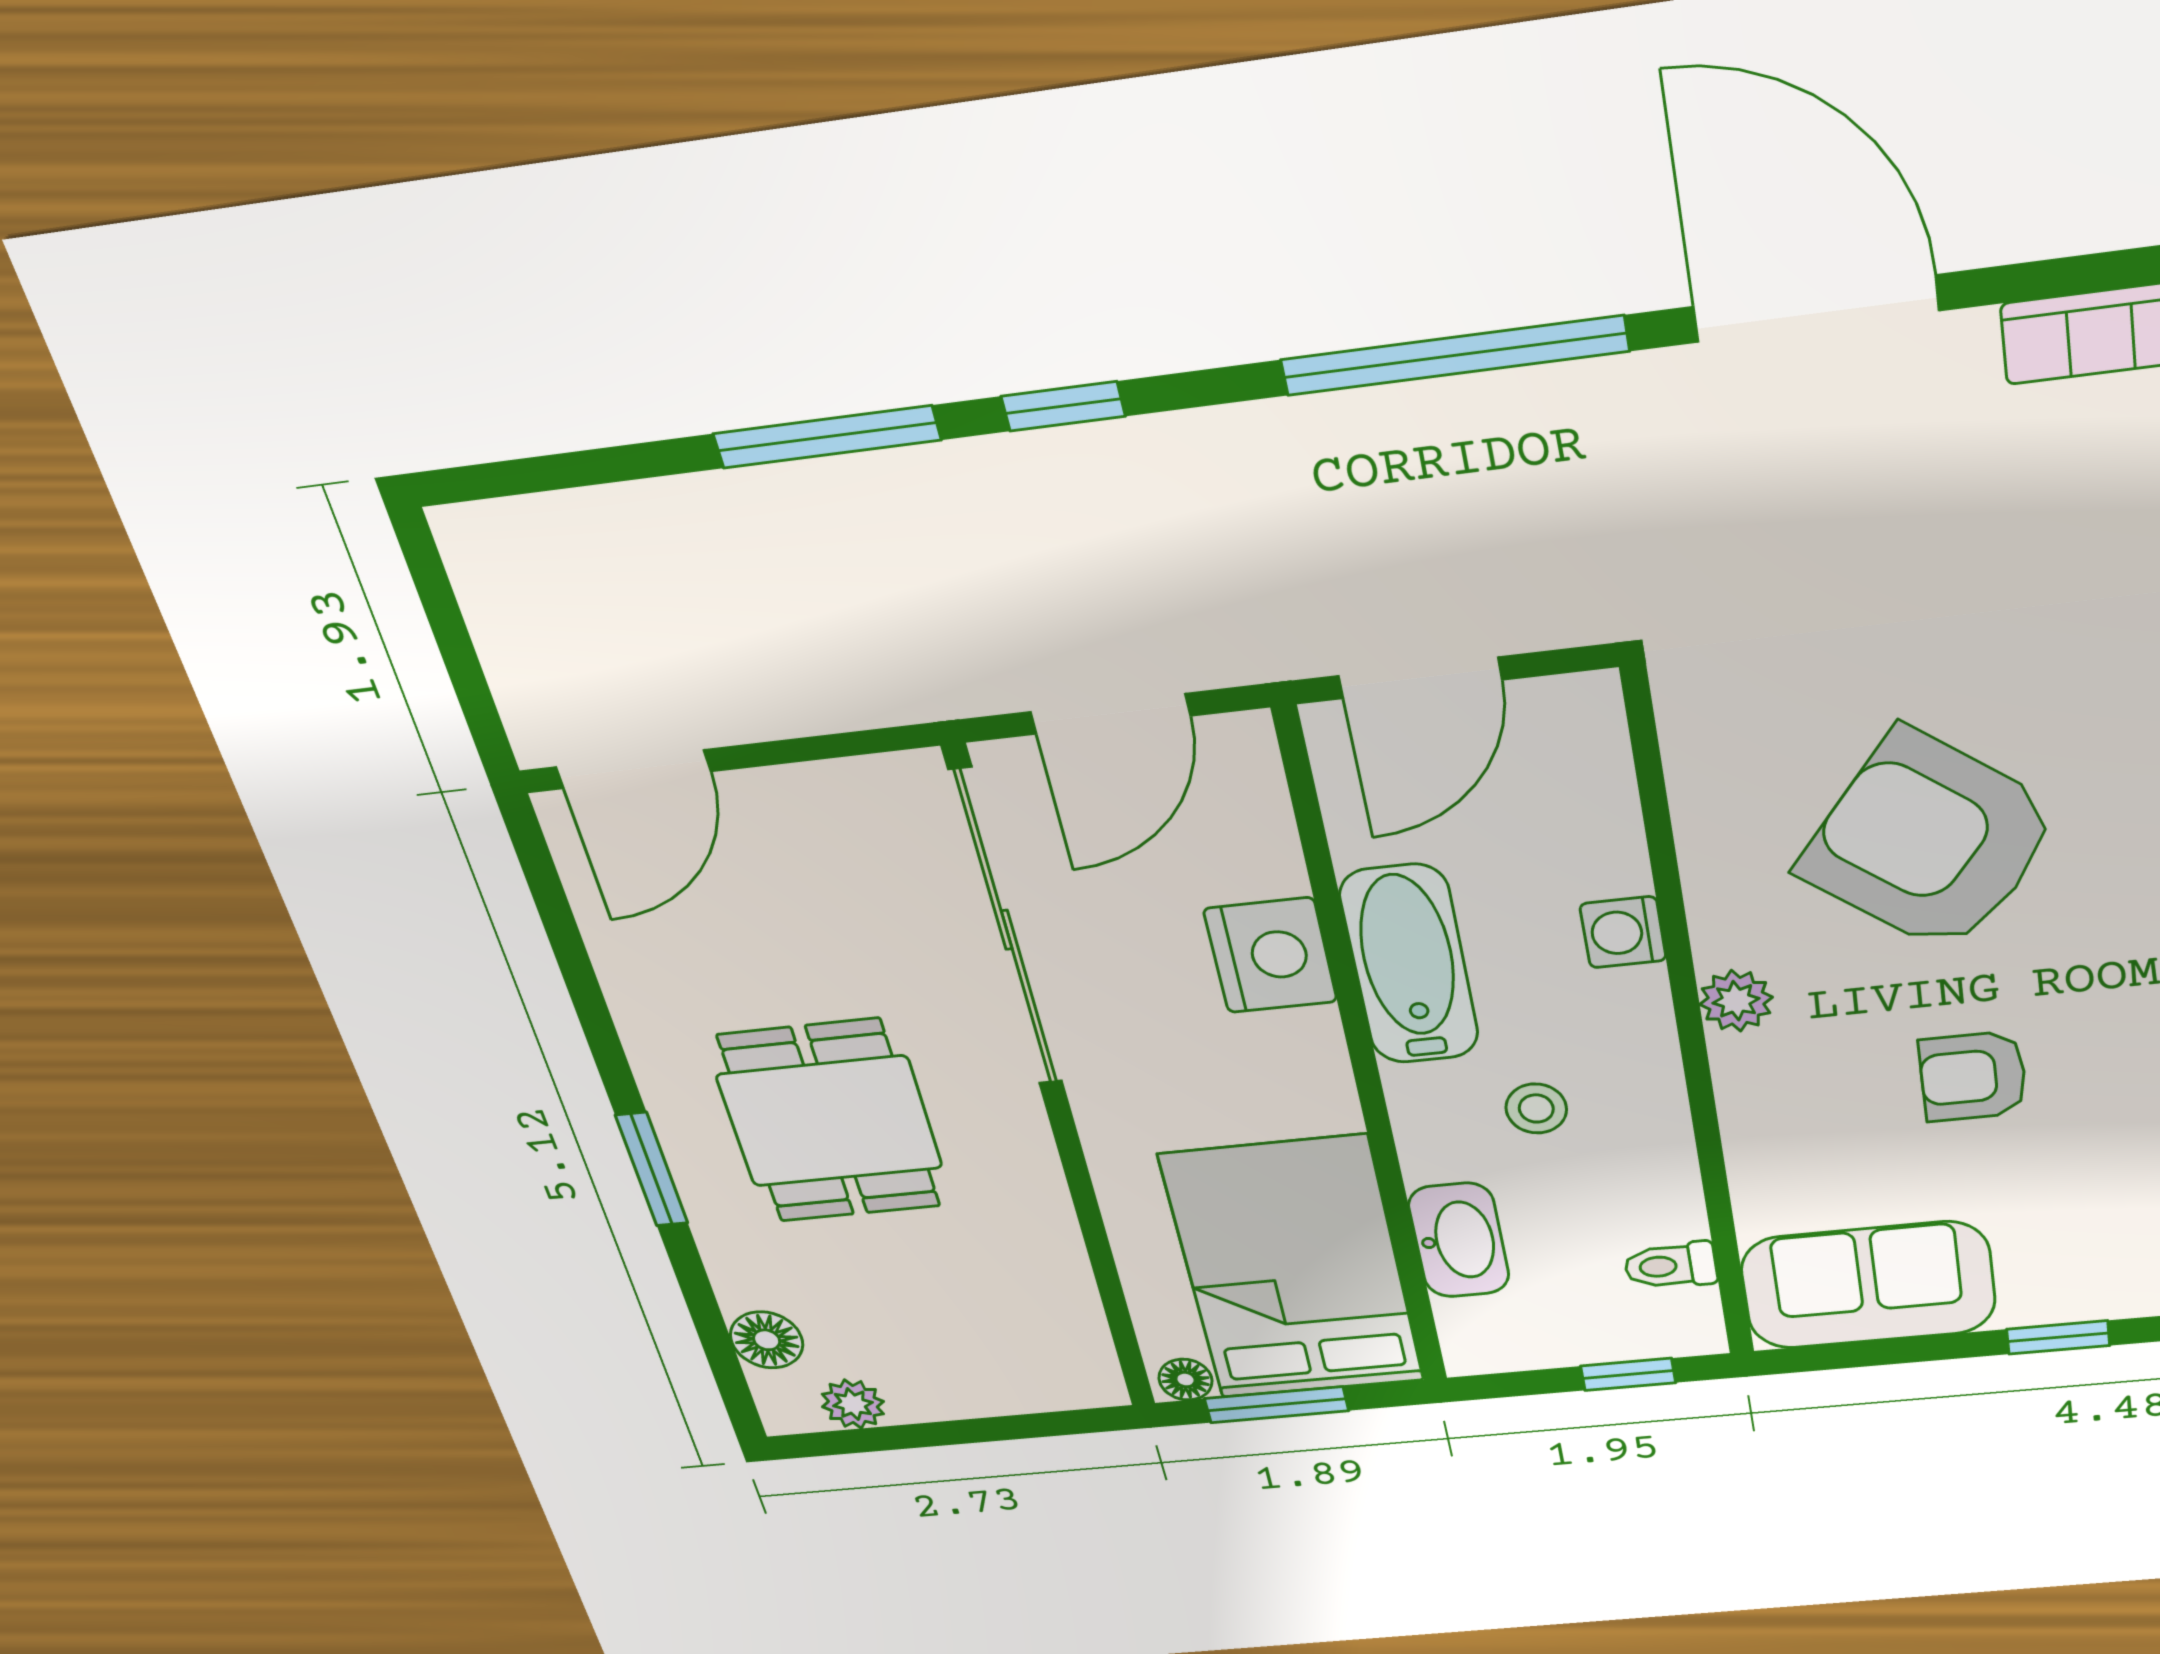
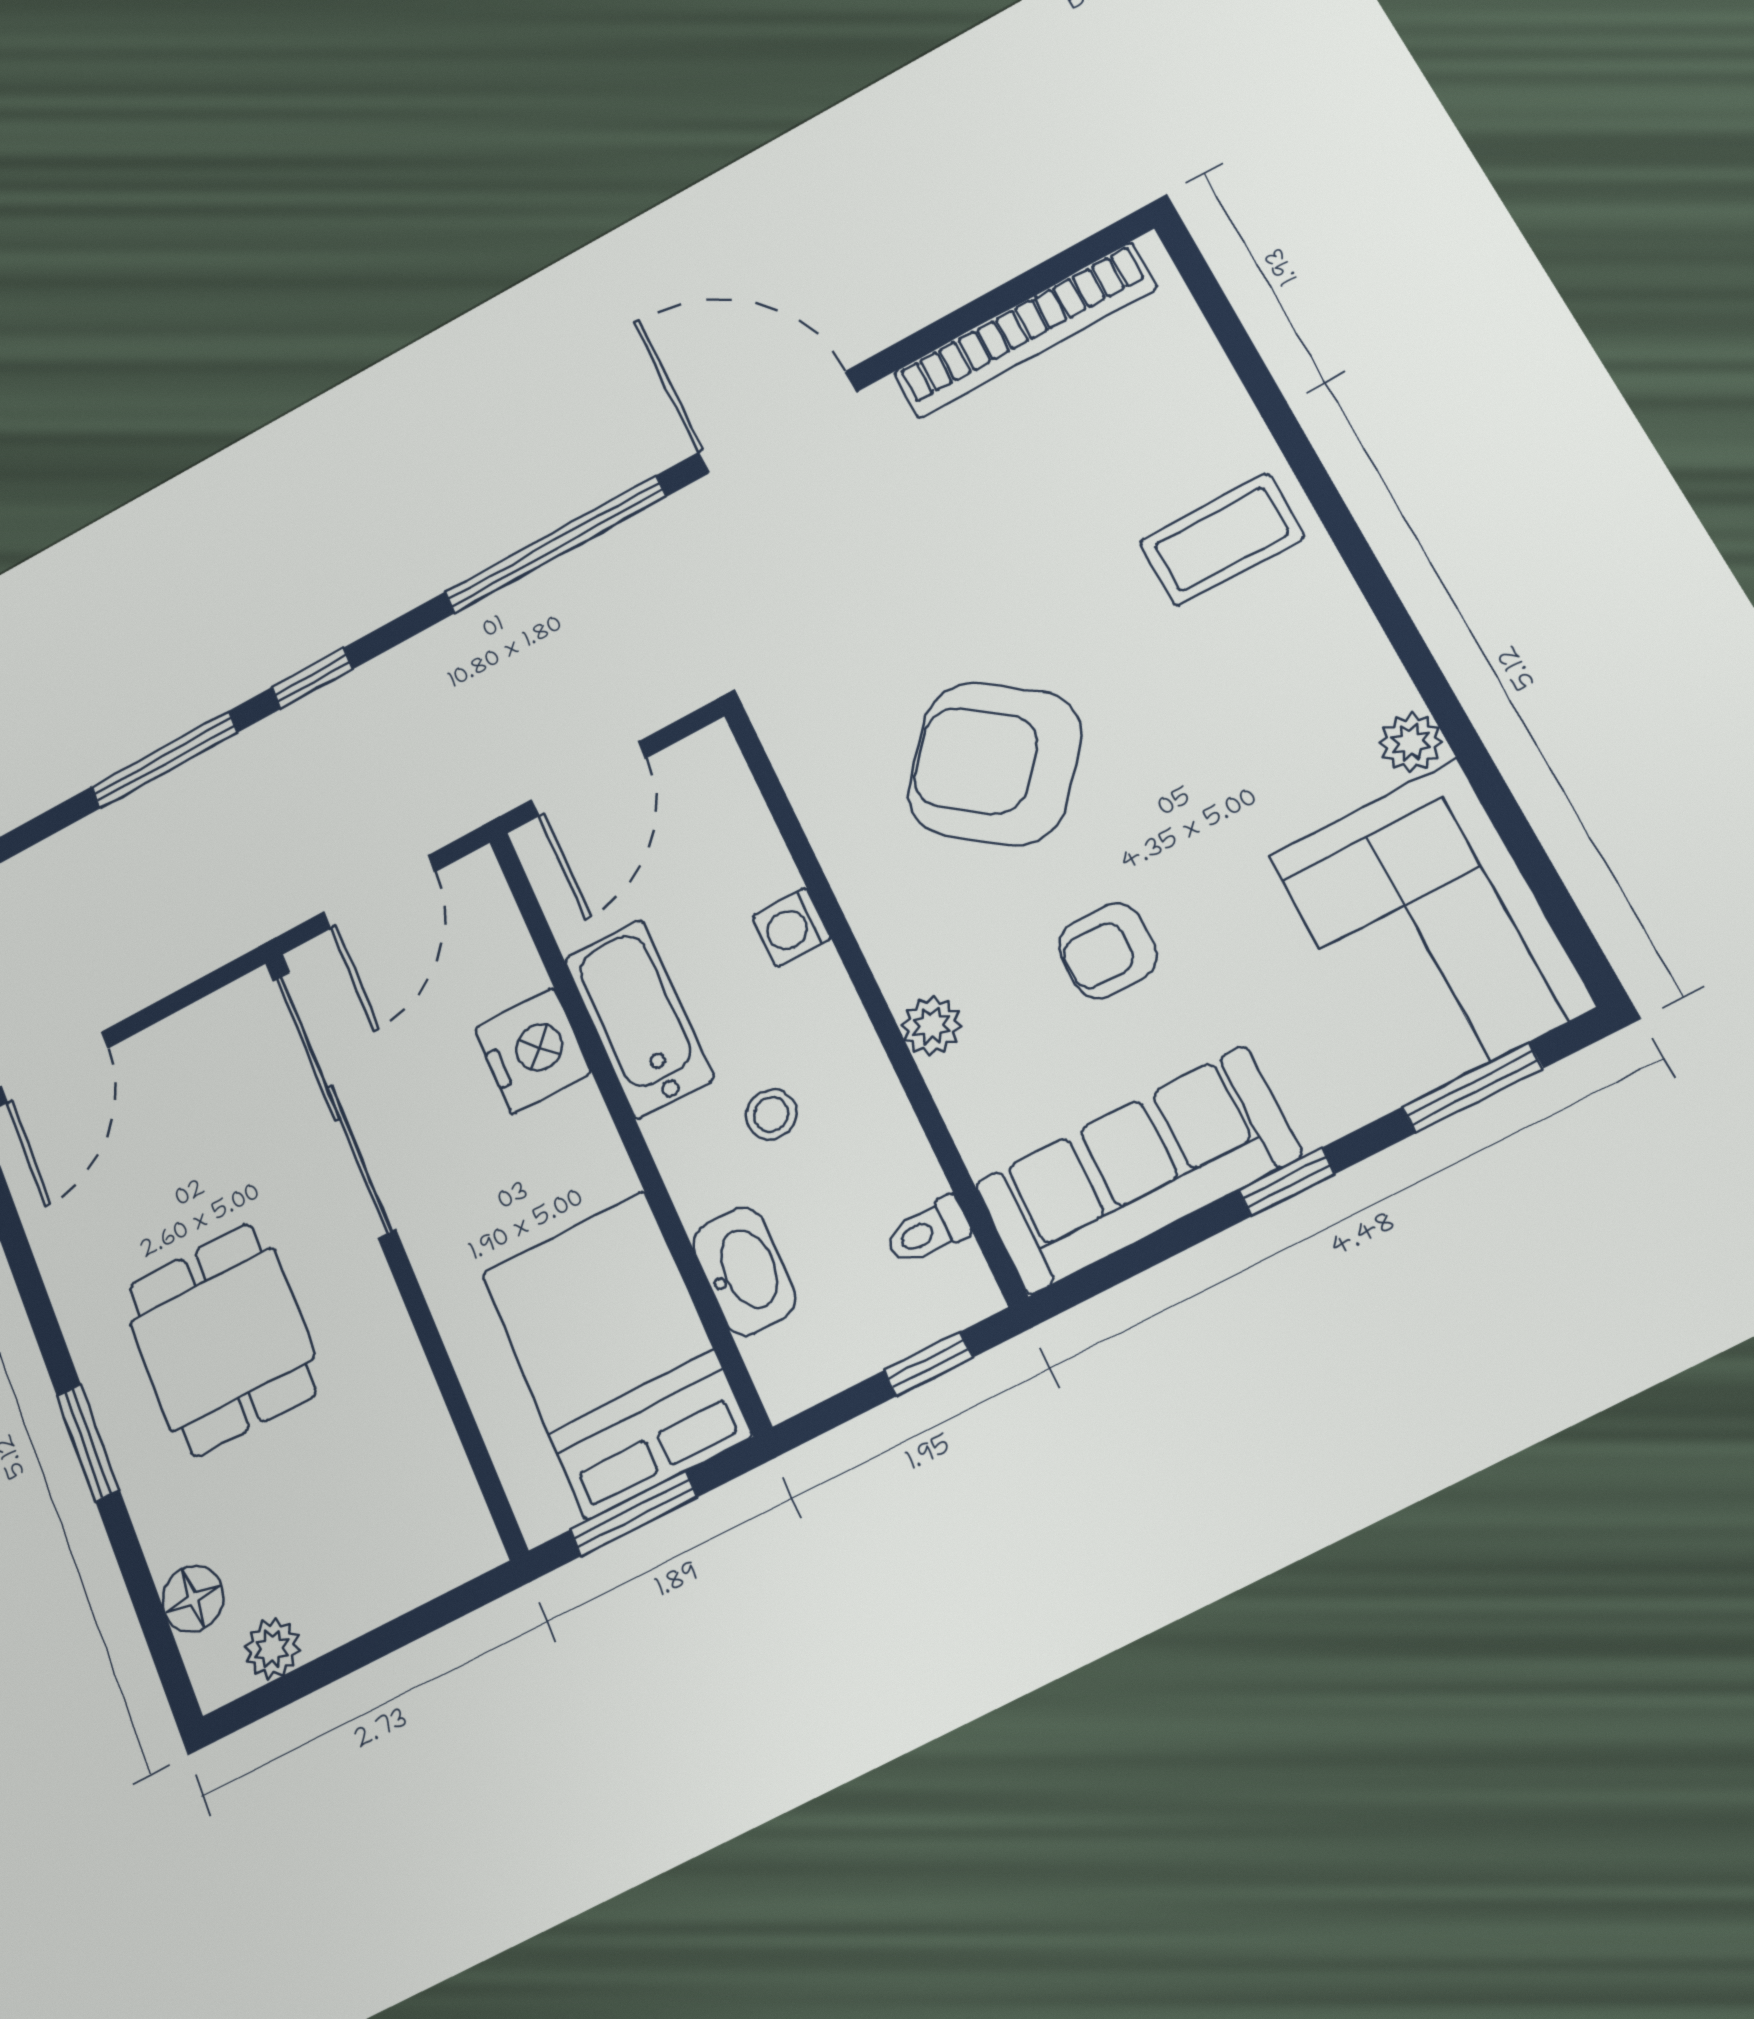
plant: (1736, 1001) -> (932, 1026), moved
sofa: (1868, 1285) -> (1137, 1170), width x1.36
floor lamp: (1185, 1380) -> (550, 1513), removed

